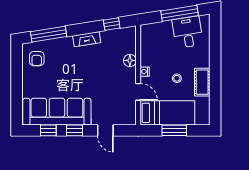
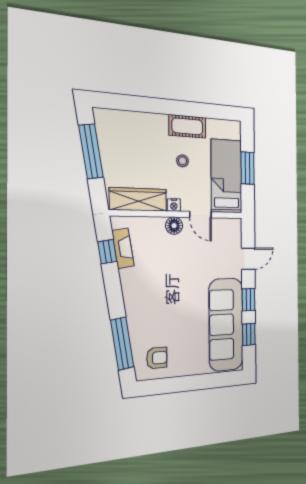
desk: (188, 32) -> (119, 142), removed
fireplace: (87, 39) -> (123, 248), moved
wardrobe: (148, 46) -> (138, 199), added
floor lamp: (130, 60) -> (174, 226), moved
door: (138, 92) -> (200, 215), swing flipped

